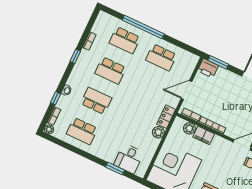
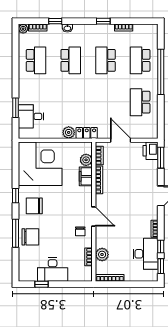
school desk: (82, 131) -> (36, 60), turned 180

